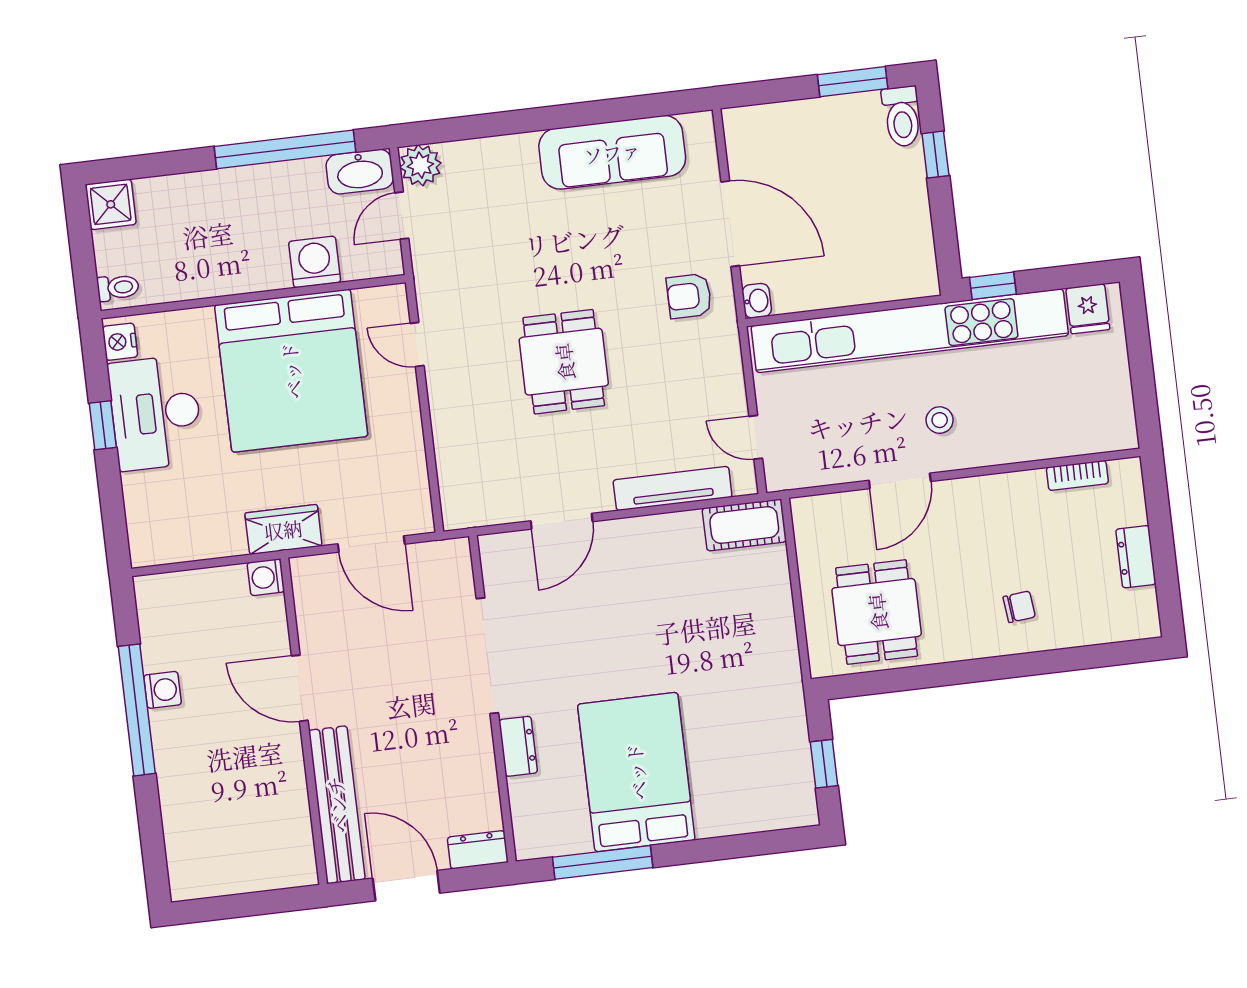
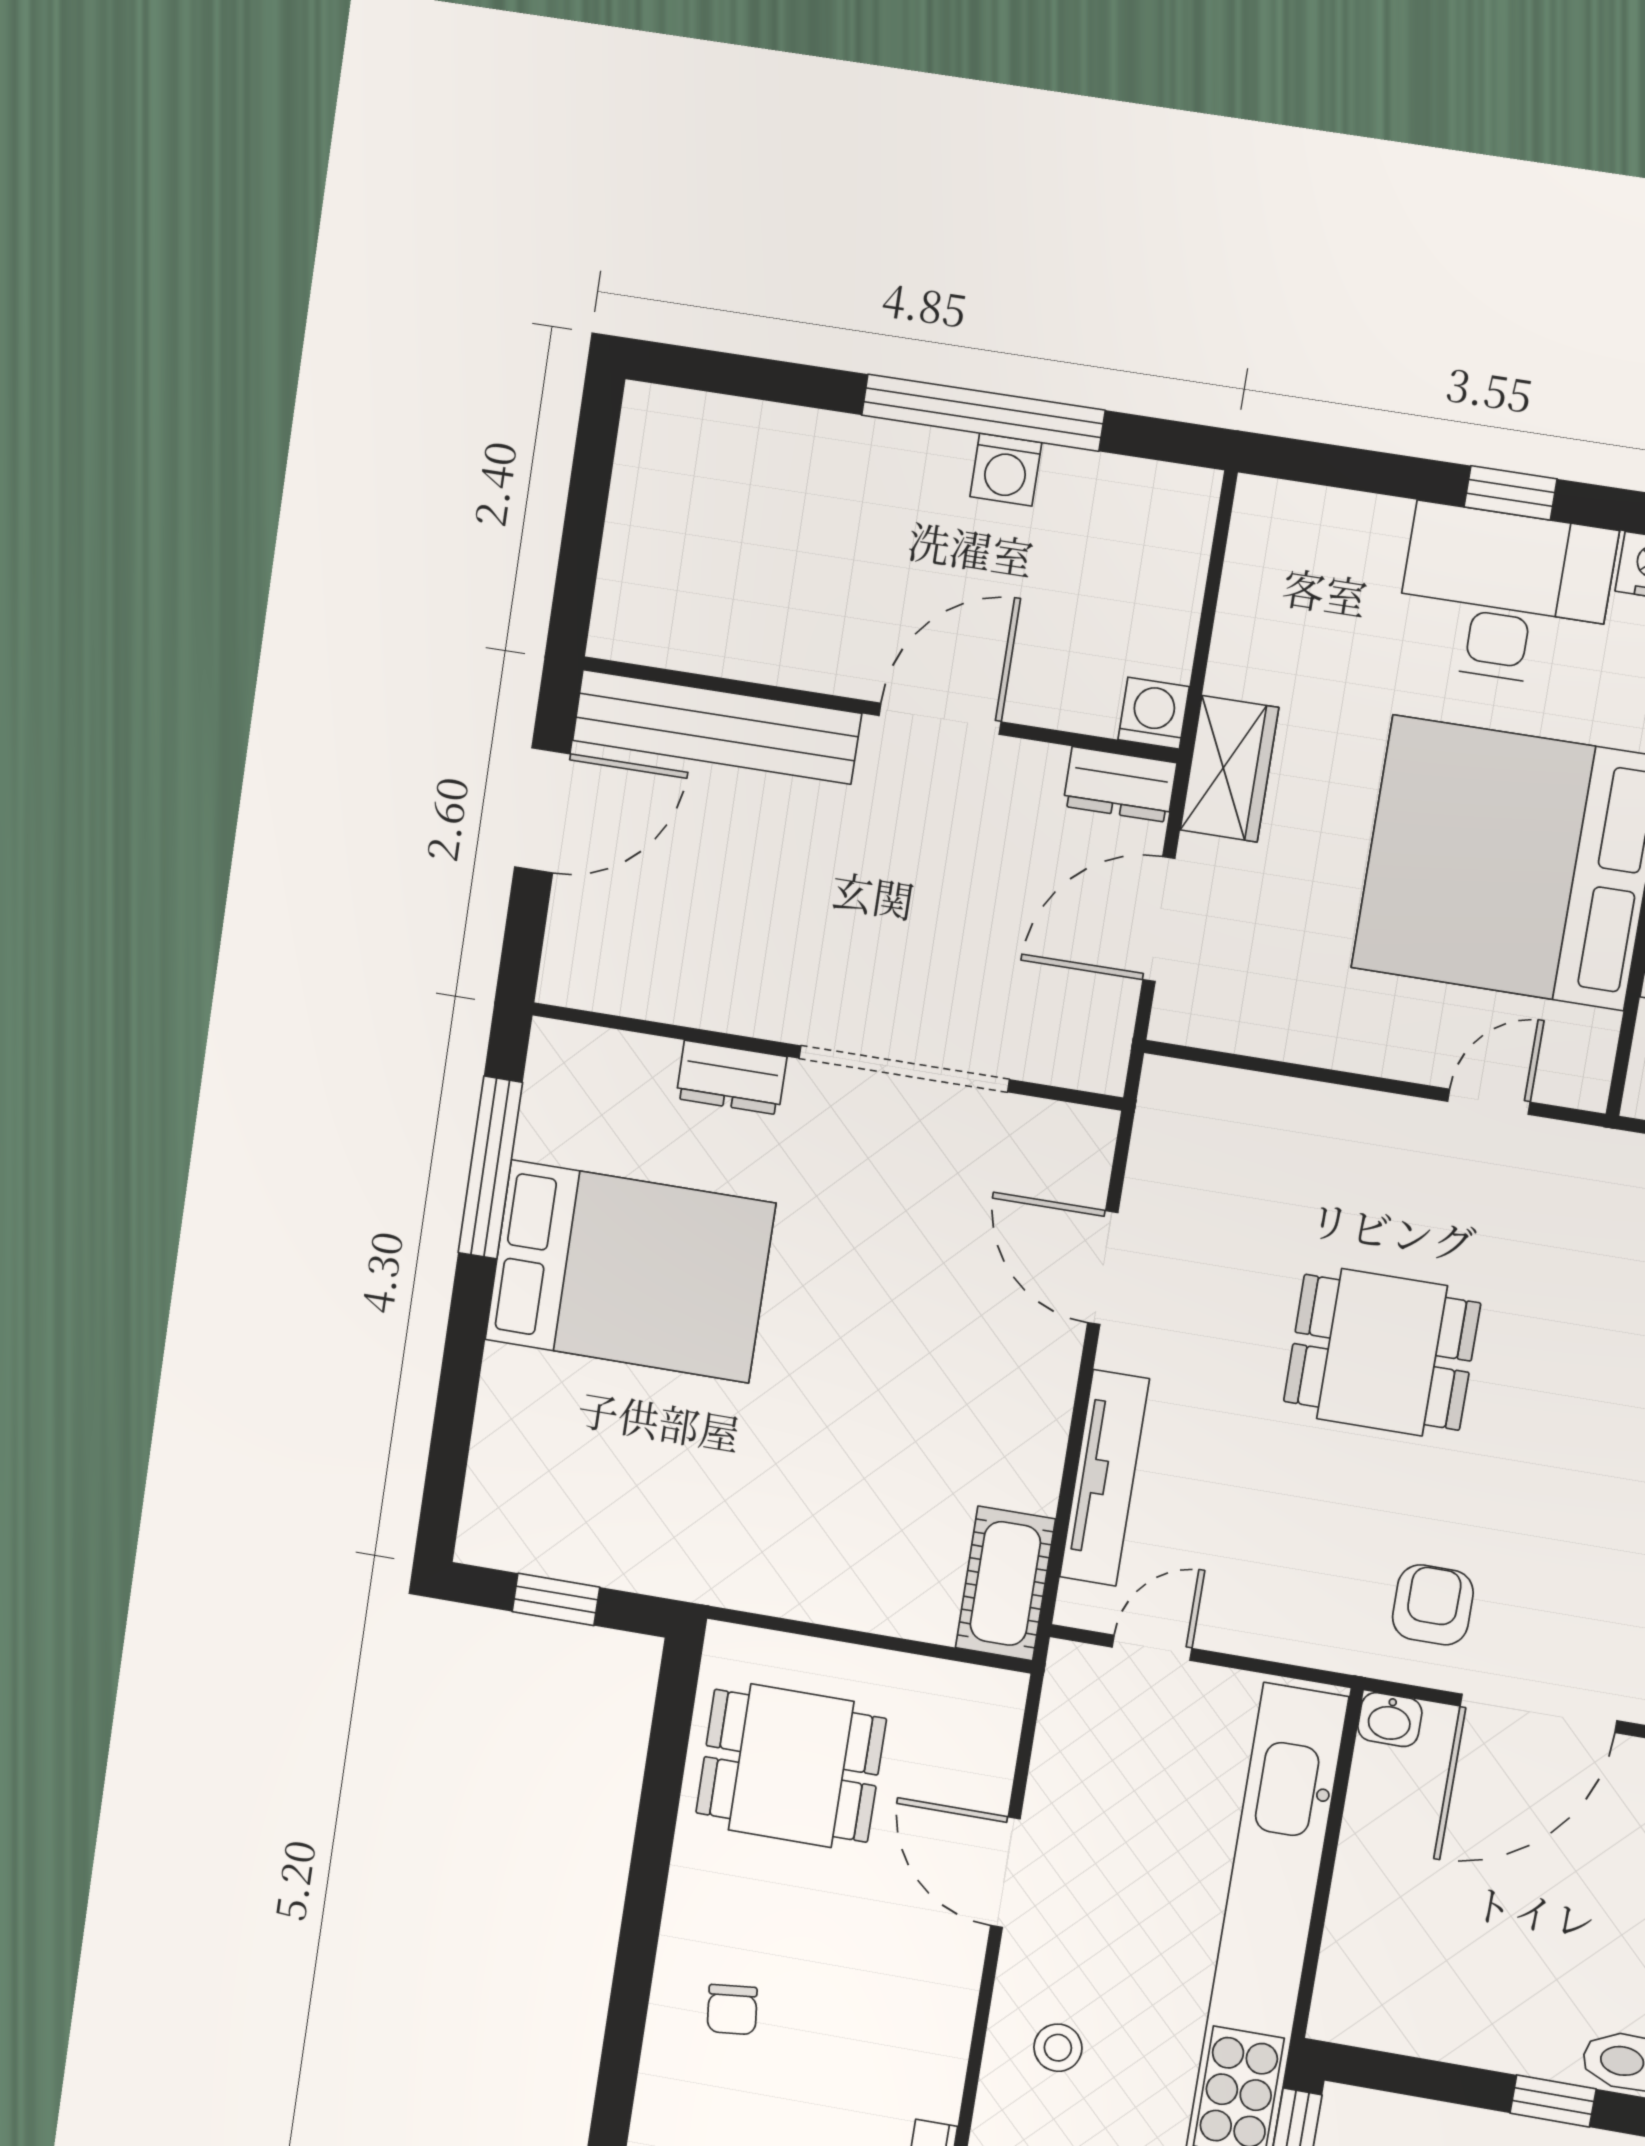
stool: (940, 420) -> (1058, 2048), moved
dresser: (478, 850) -> (1120, 784), moved, turned 90

